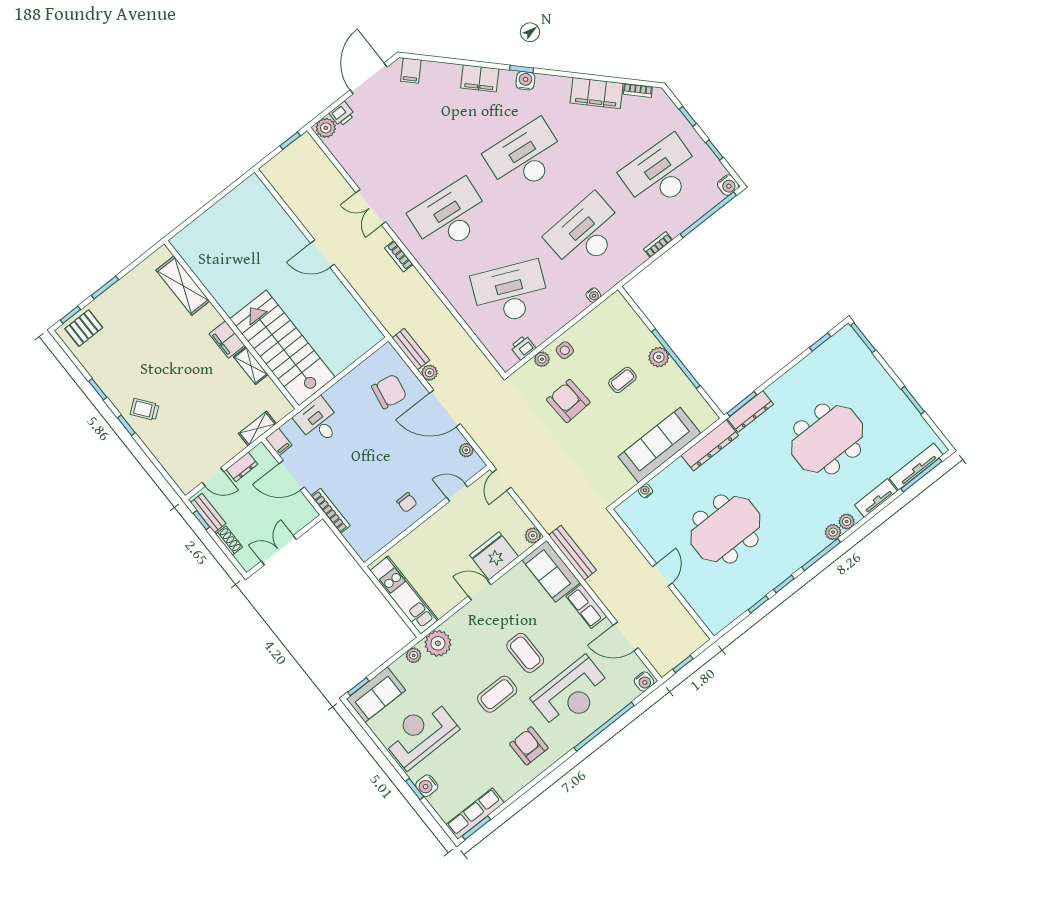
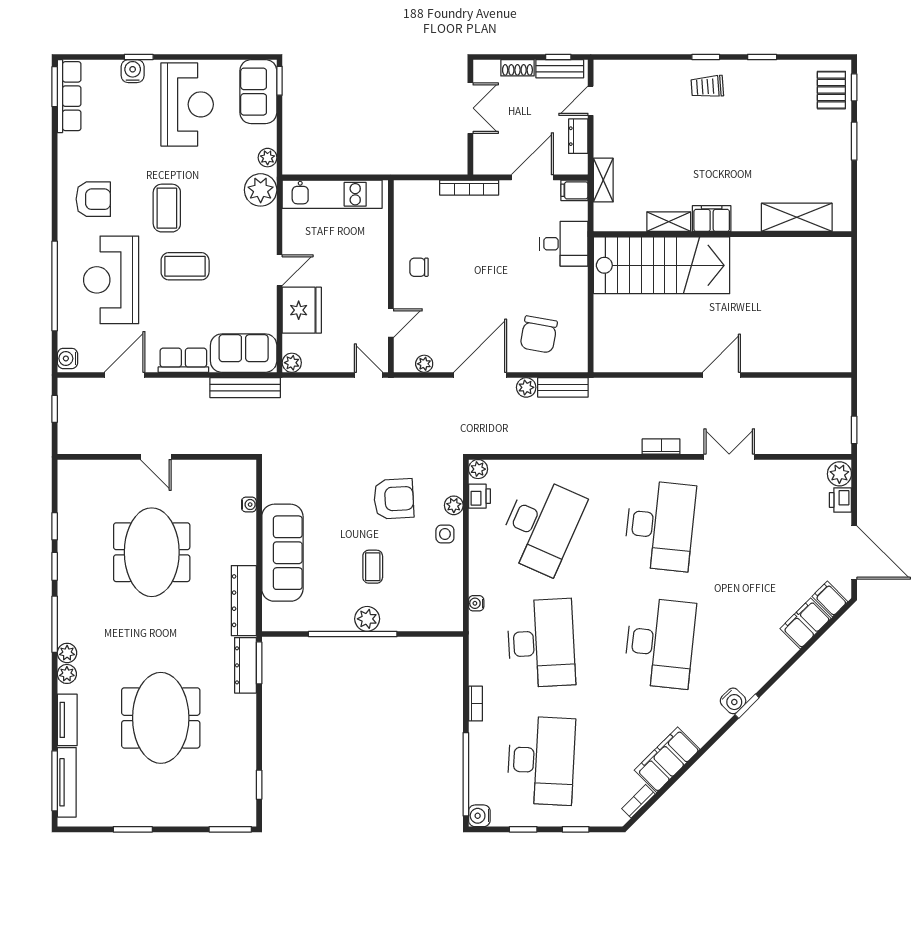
filing cabinet: (480, 78) -> (805, 623), moved
plant: (506, 362) -> (478, 469), added
trolley: (145, 409) -> (707, 87), turned -146

